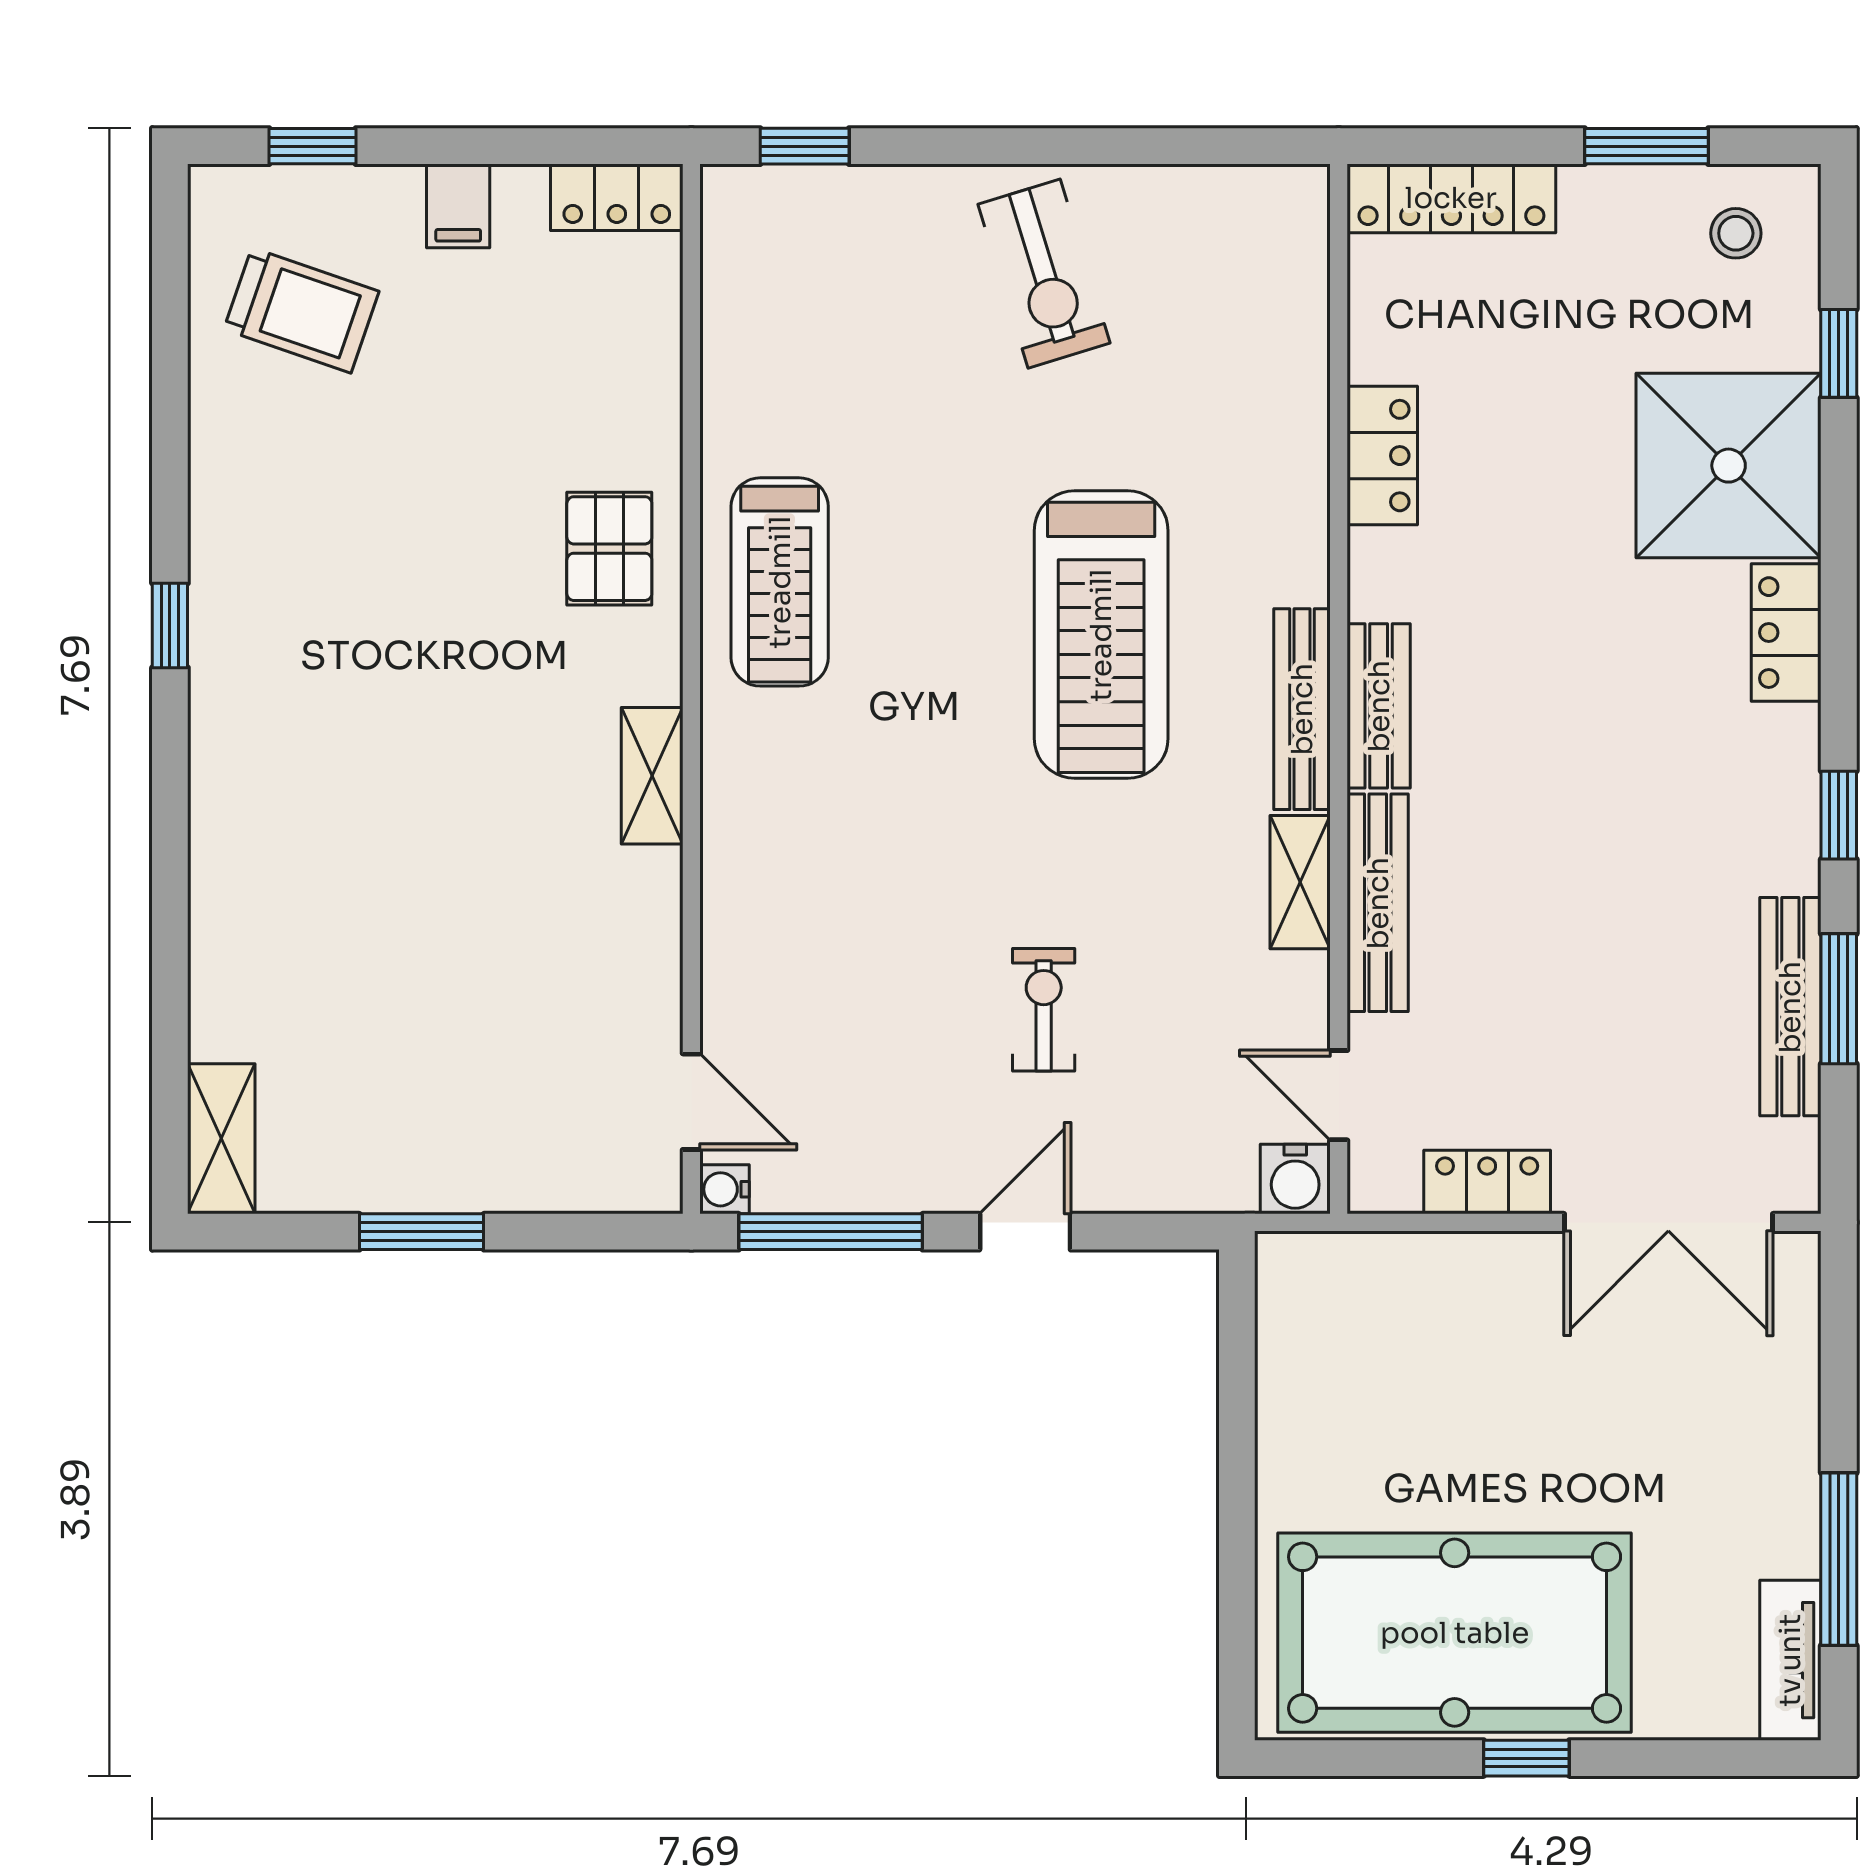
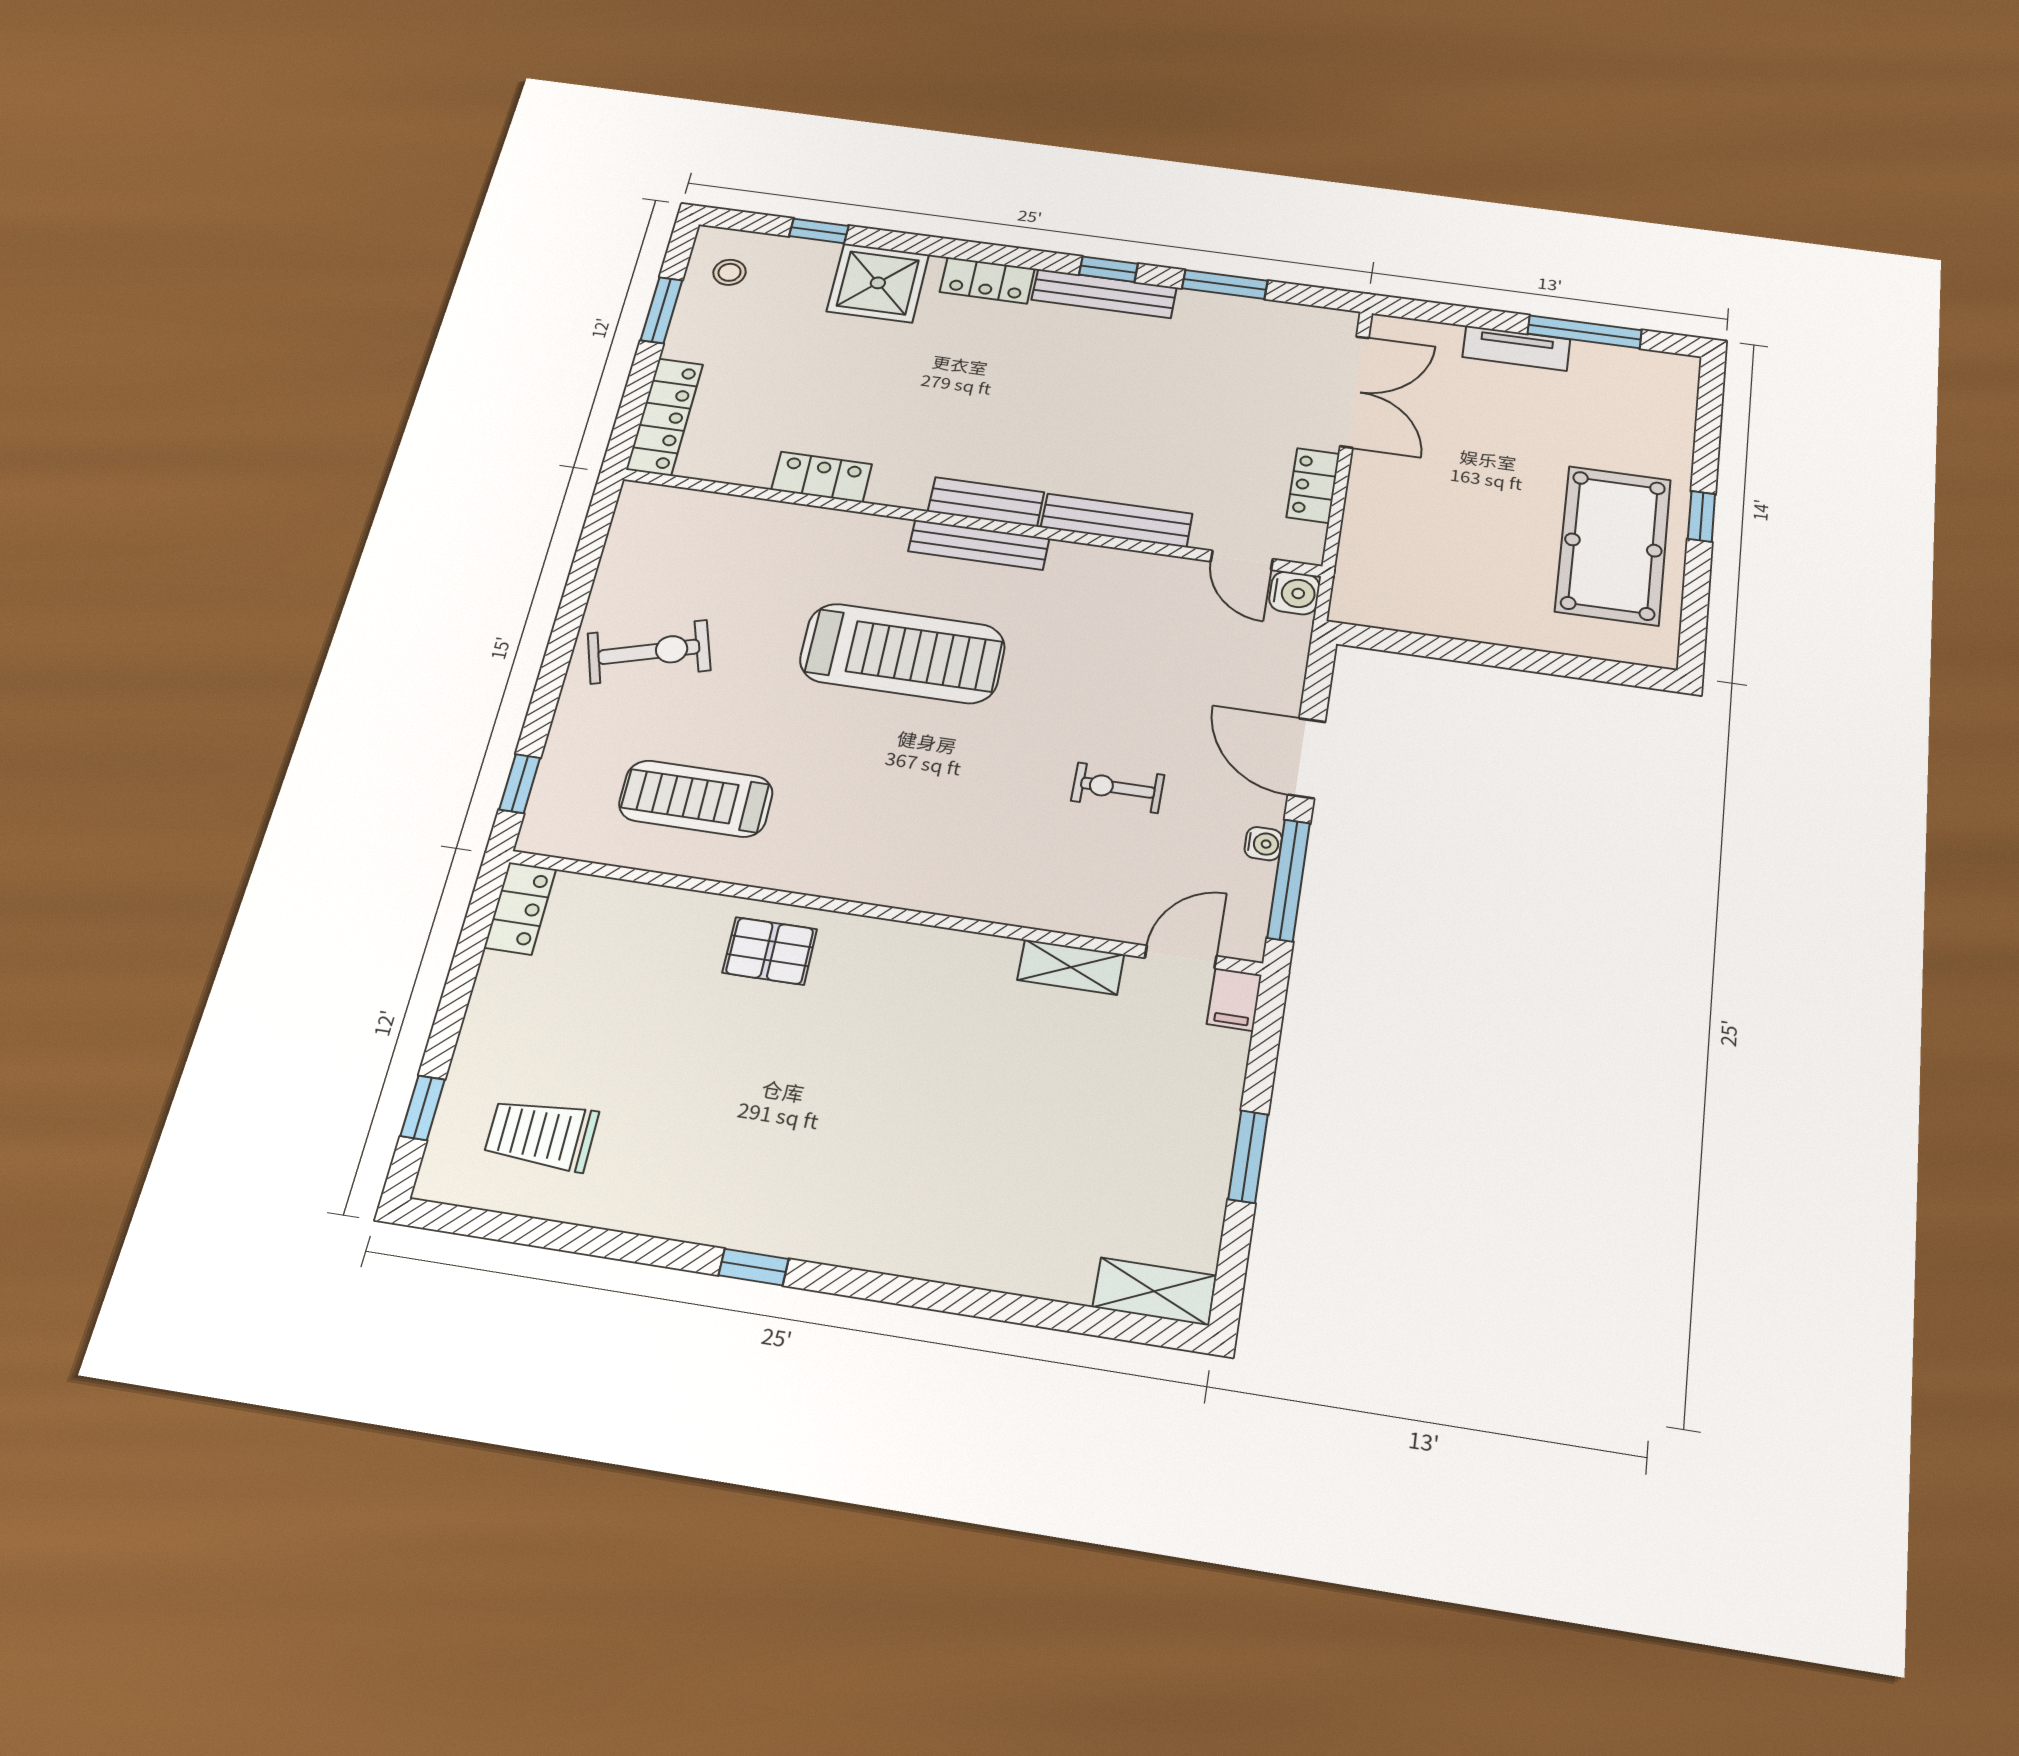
filing cabinet: (458, 206) -> (1234, 999), moved, turned 90
trolley: (301, 310) -> (541, 1135), turned -109
shower: (1729, 466) -> (878, 283), width x0.73, depth x0.73
treadmill: (780, 582) -> (696, 799), moved, turned 180
shelving: (652, 776) -> (1071, 967), moved
shelving: (1300, 882) -> (1094, 562), removed
bench: (1790, 1007) -> (1104, 294), moved
exercise bike: (1044, 1010) -> (1118, 788), moved
door: (1339, 1095) -> (1242, 560), hinge flipped
water cooler: (724, 1189) -> (1263, 844), moved, turned -90
door: (1025, 1232) -> (1307, 758), width x1.38
pool table: (1455, 1633) -> (1613, 545), width x0.73, depth x0.76
tv unit: (1790, 1660) -> (1516, 348), moved

